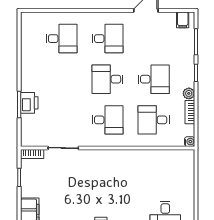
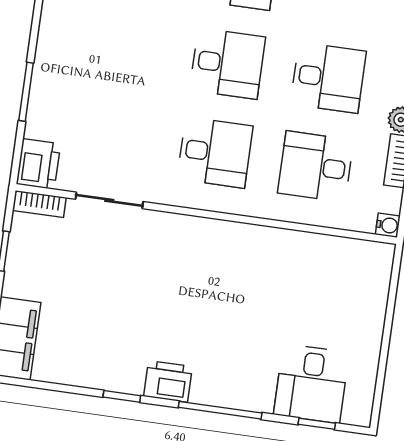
desk: (108, 79) -> (227, 63), turned 180
printer: (29, 103) -> (38, 164), moved

